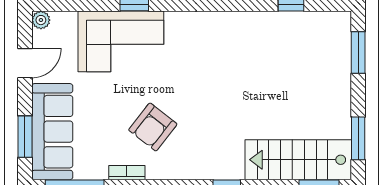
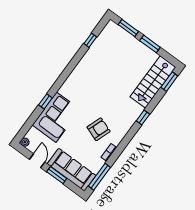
armchair: (153, 127) -> (99, 129), turned -108
window: (25, 137) -> (57, 175), moved
window: (358, 138) -> (150, 44), moved

